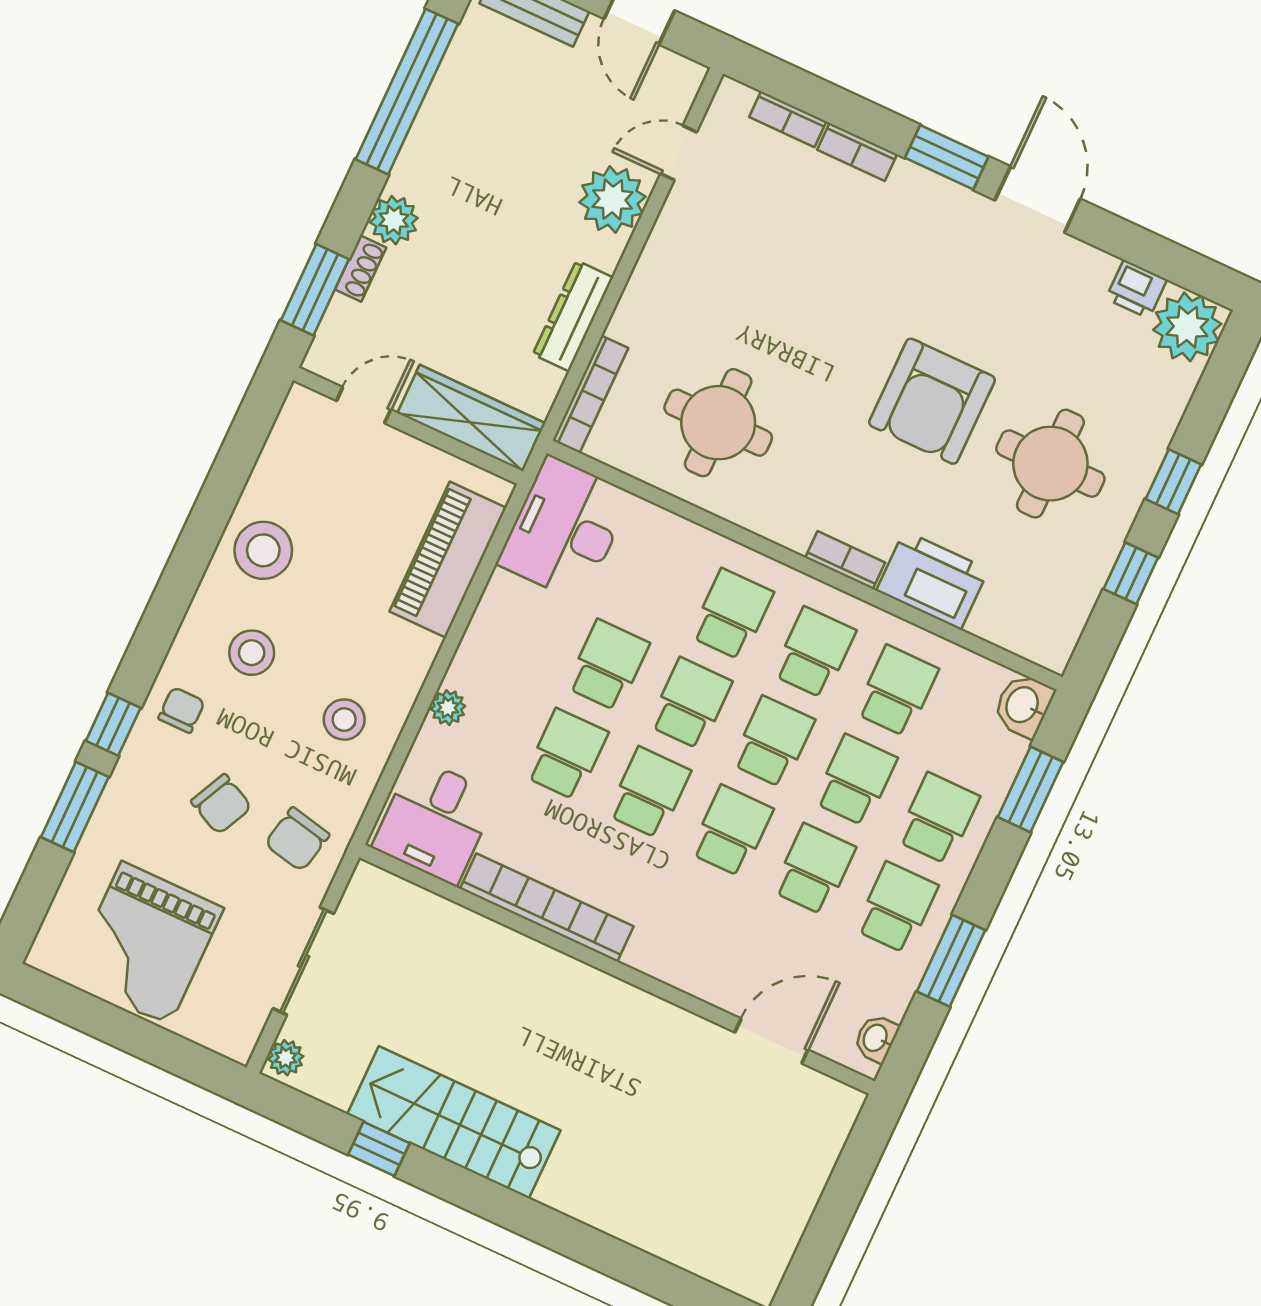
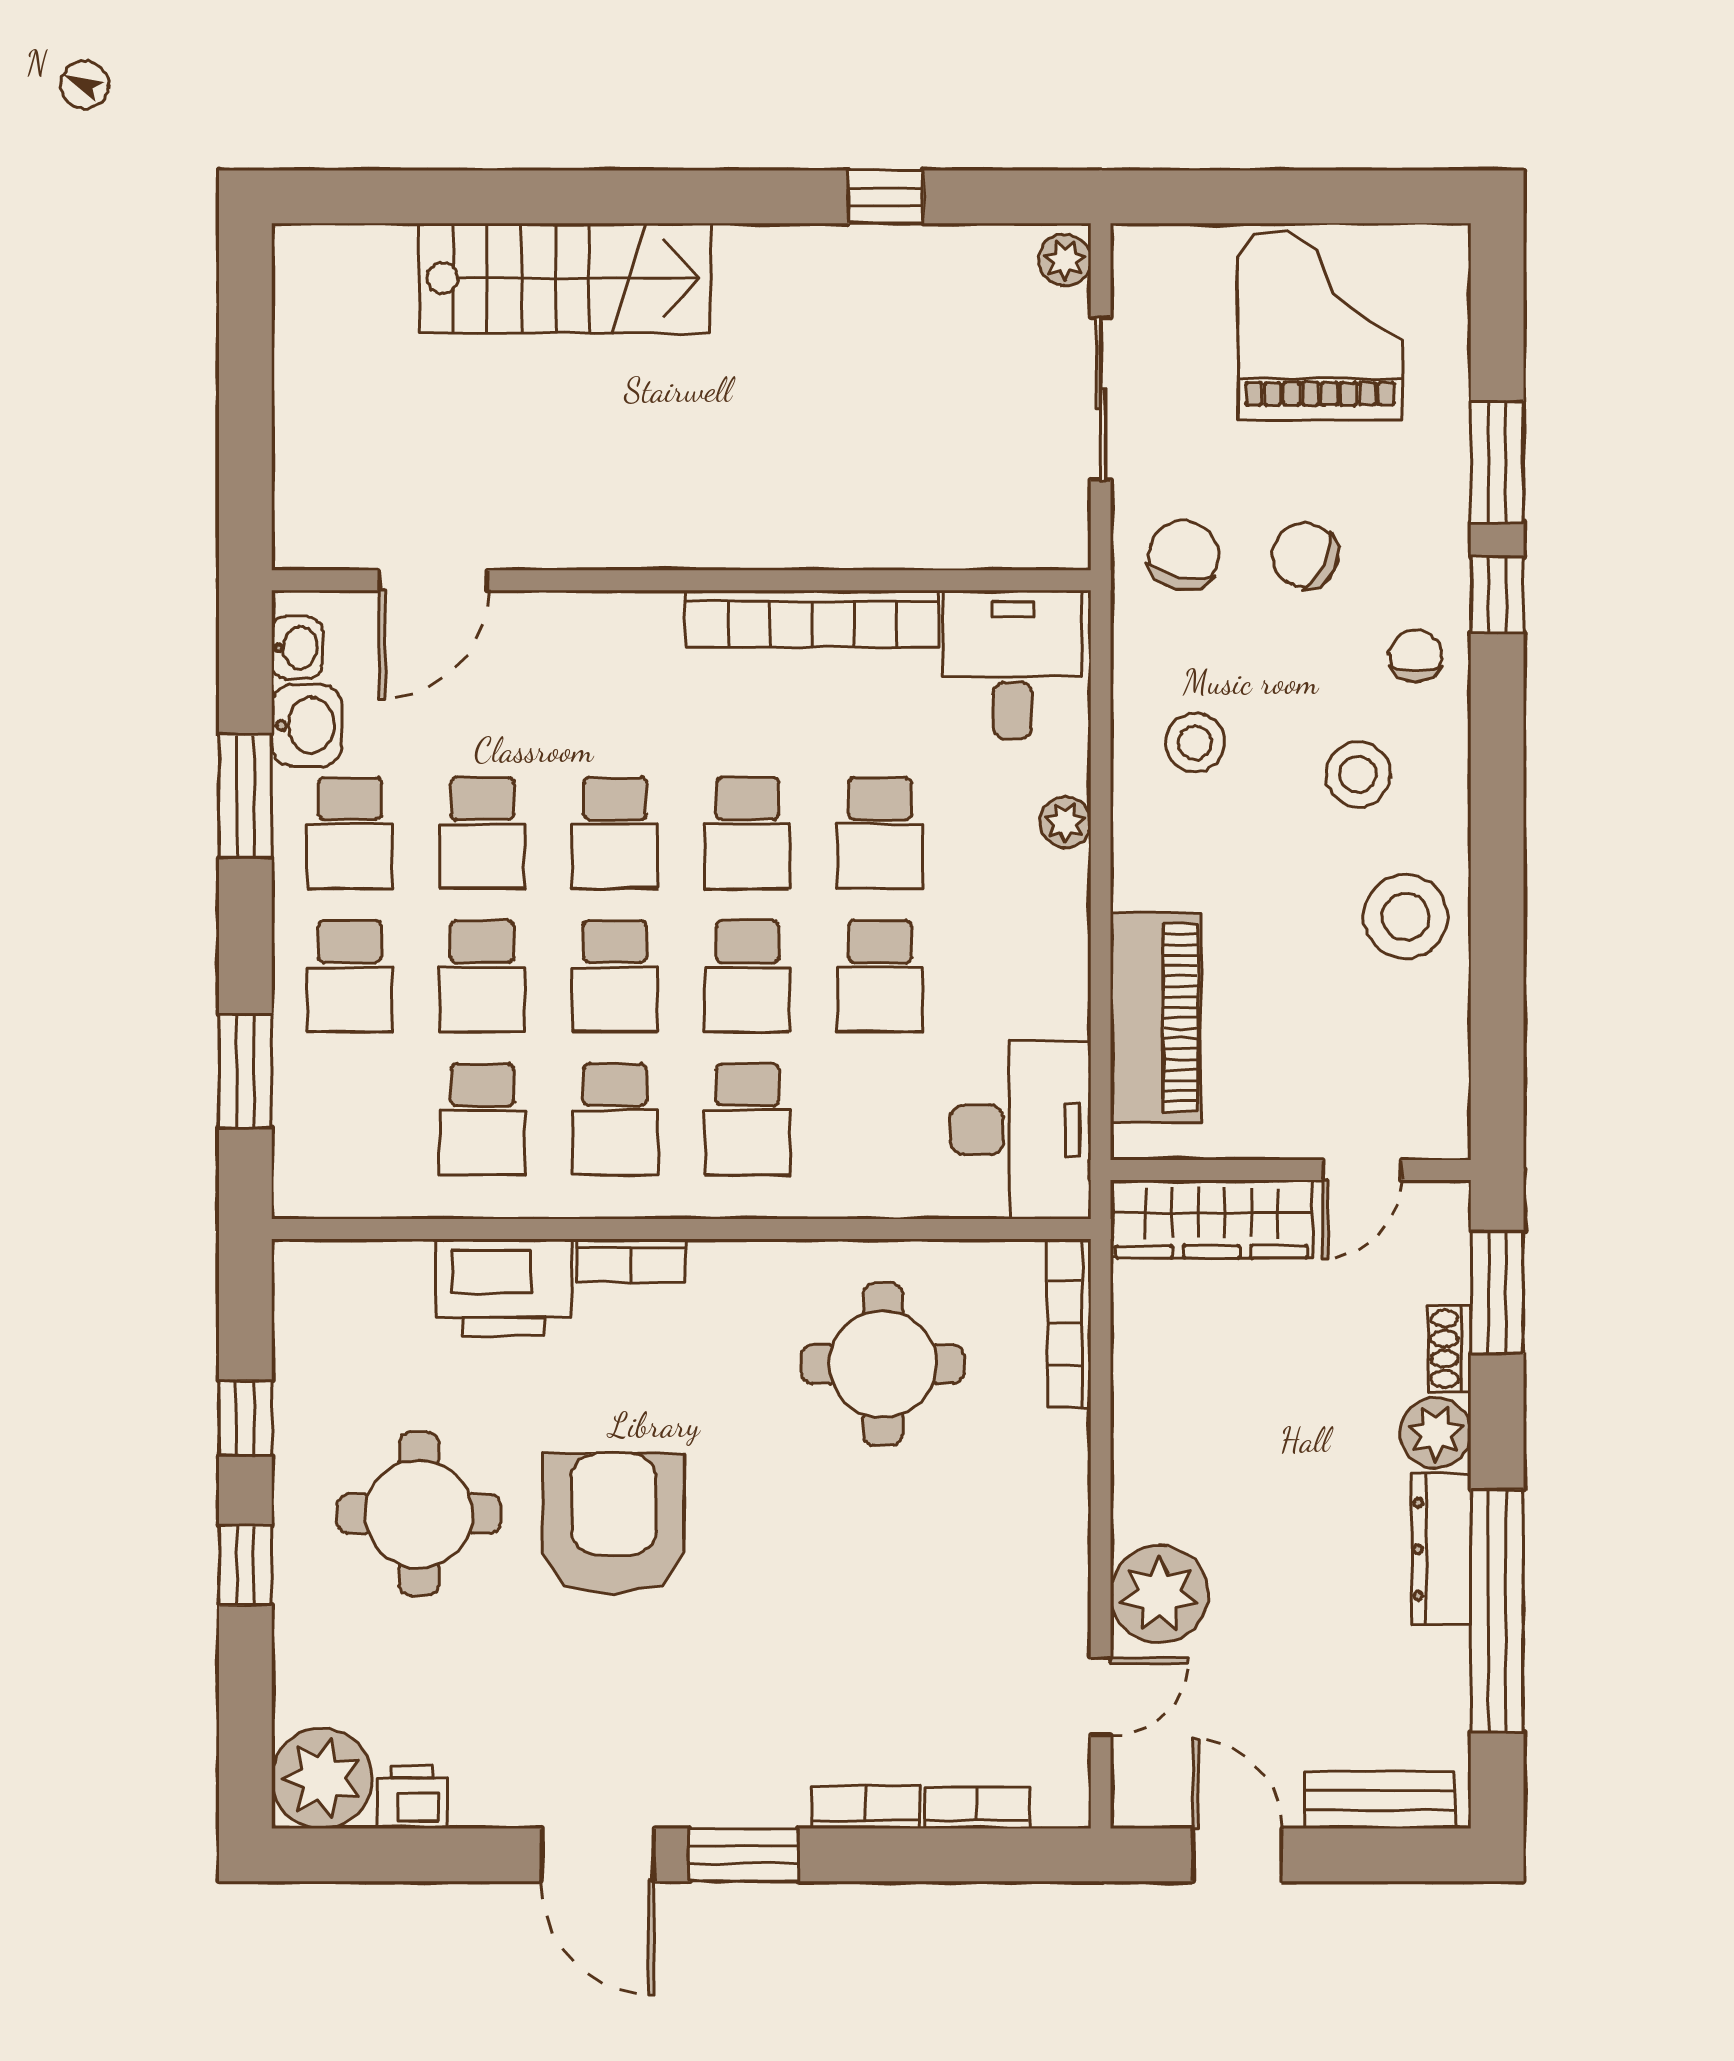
dresser: (573, 316) -> (1441, 1549), moved, turned 180
washbasin: (1023, 705) -> (306, 725), moved
chair: (181, 710) -> (1416, 656), turned 180
stairs: (454, 1122) -> (565, 278), moved

